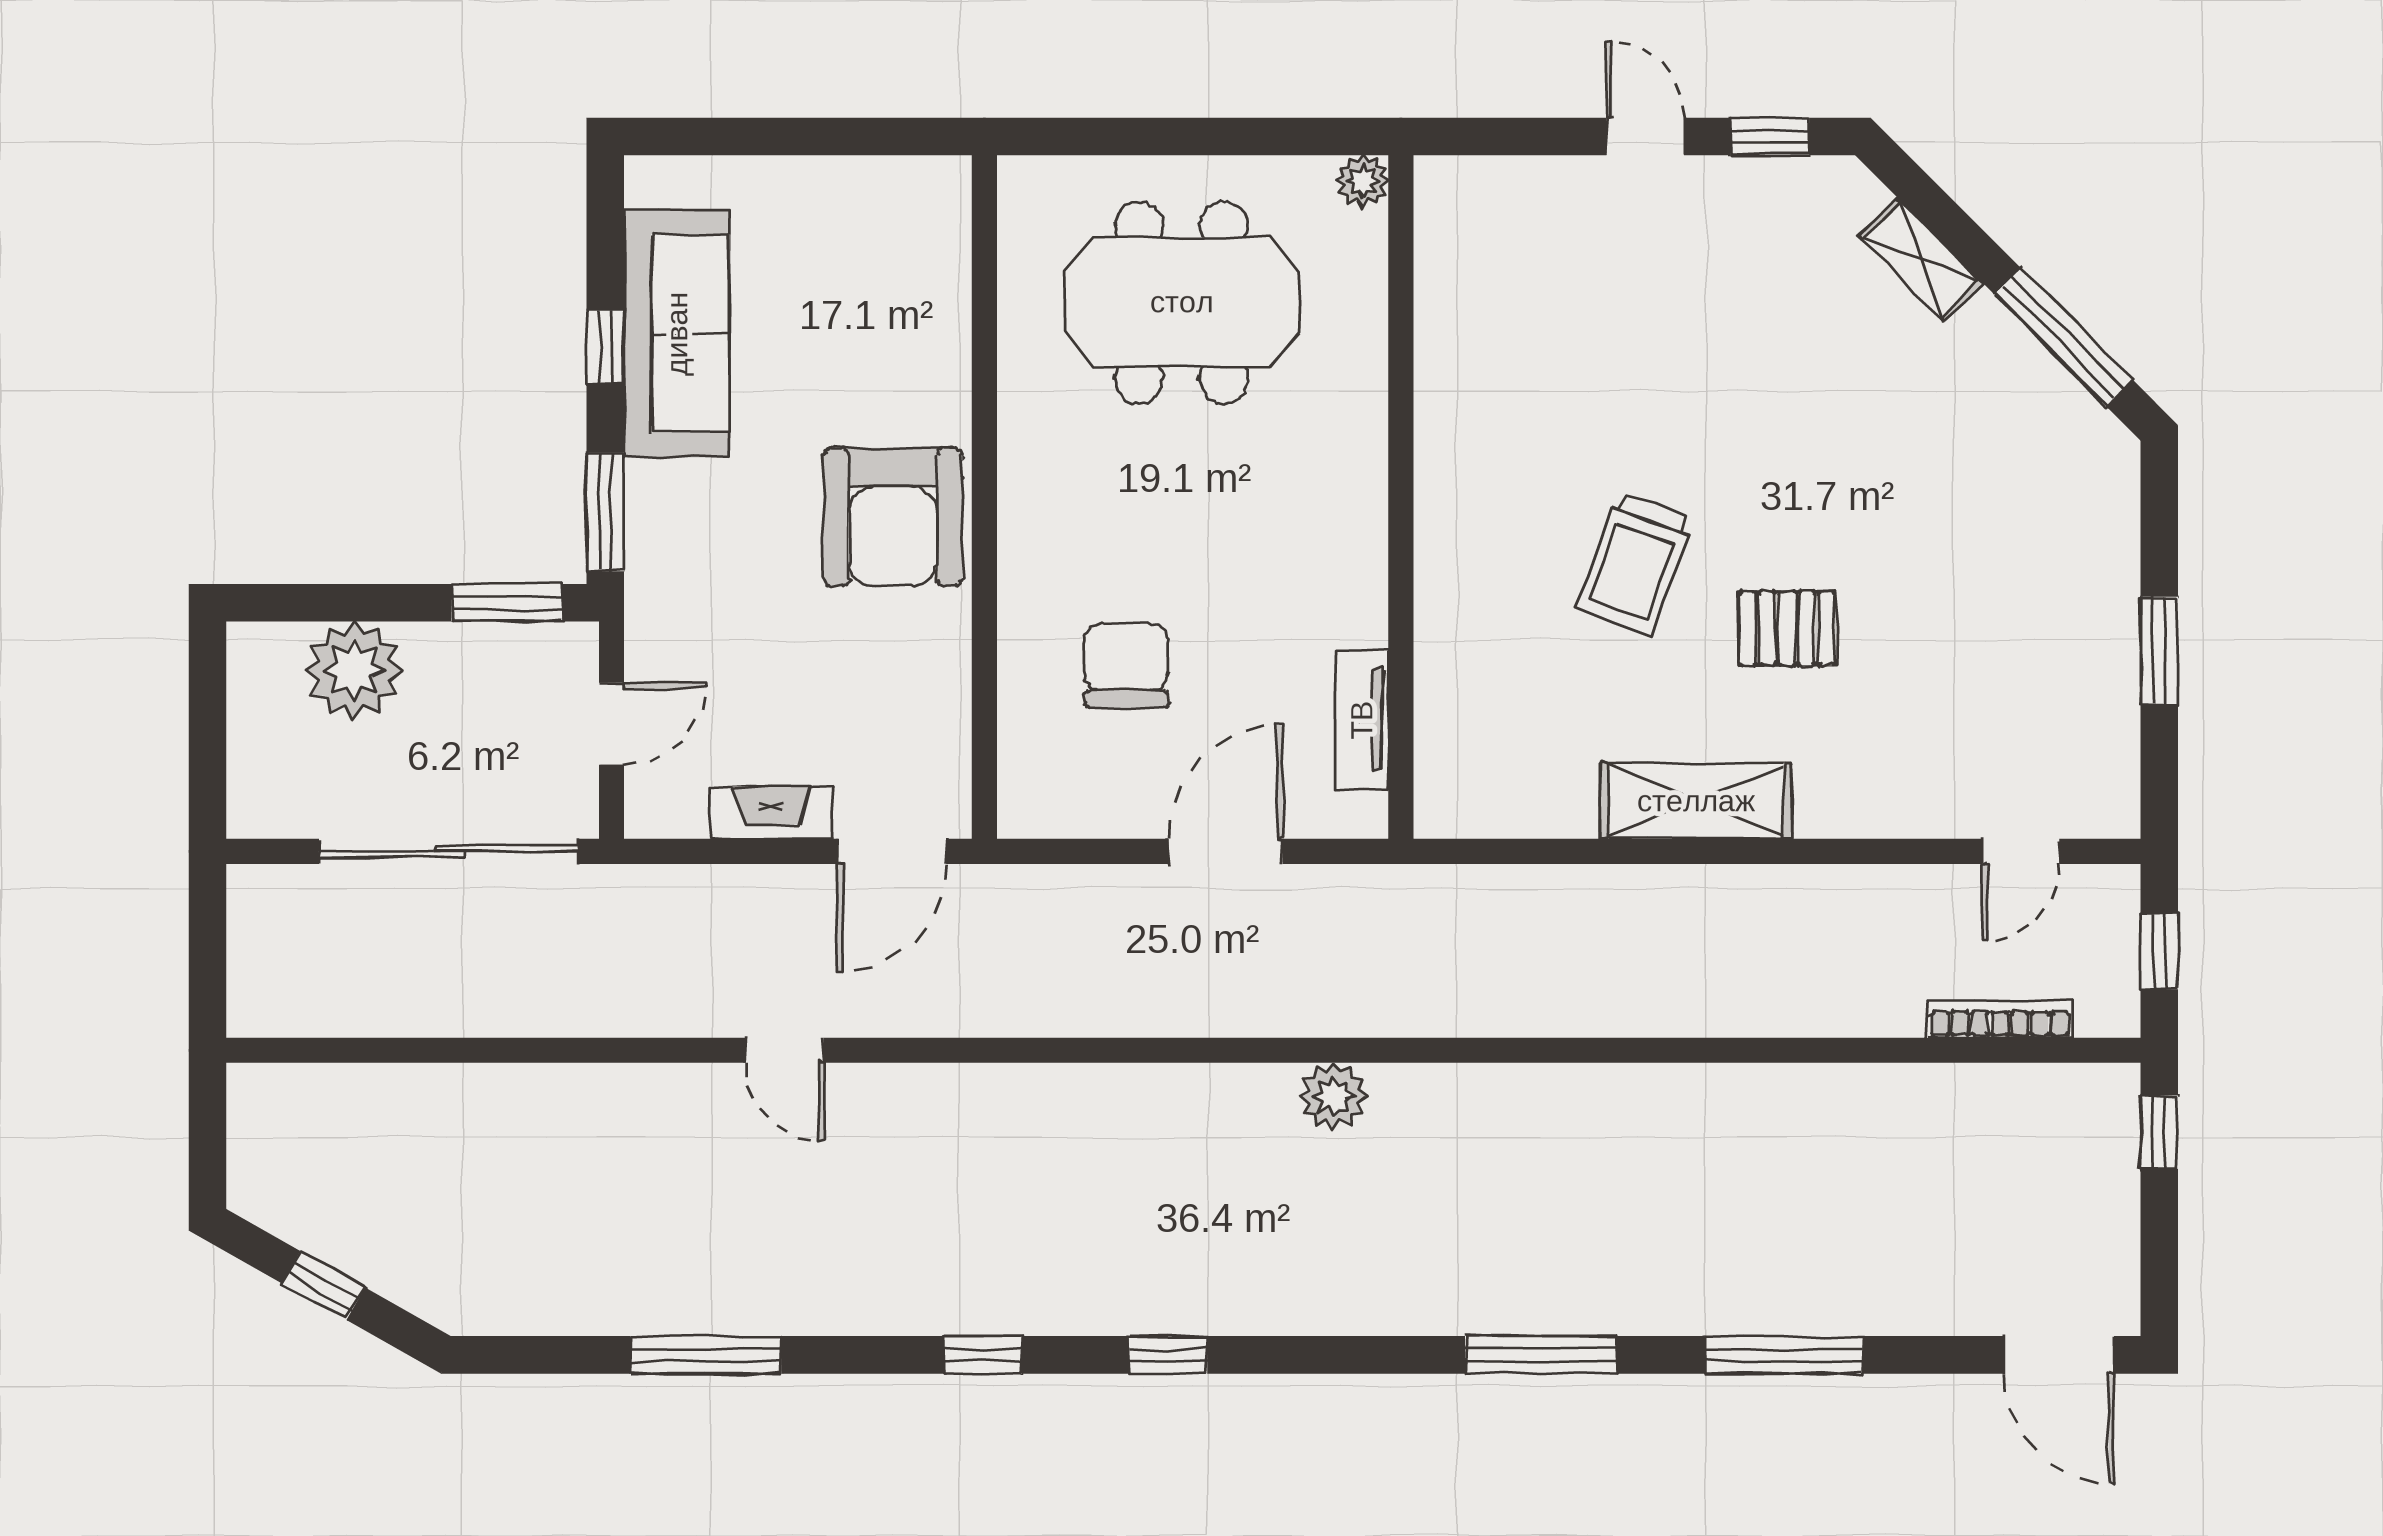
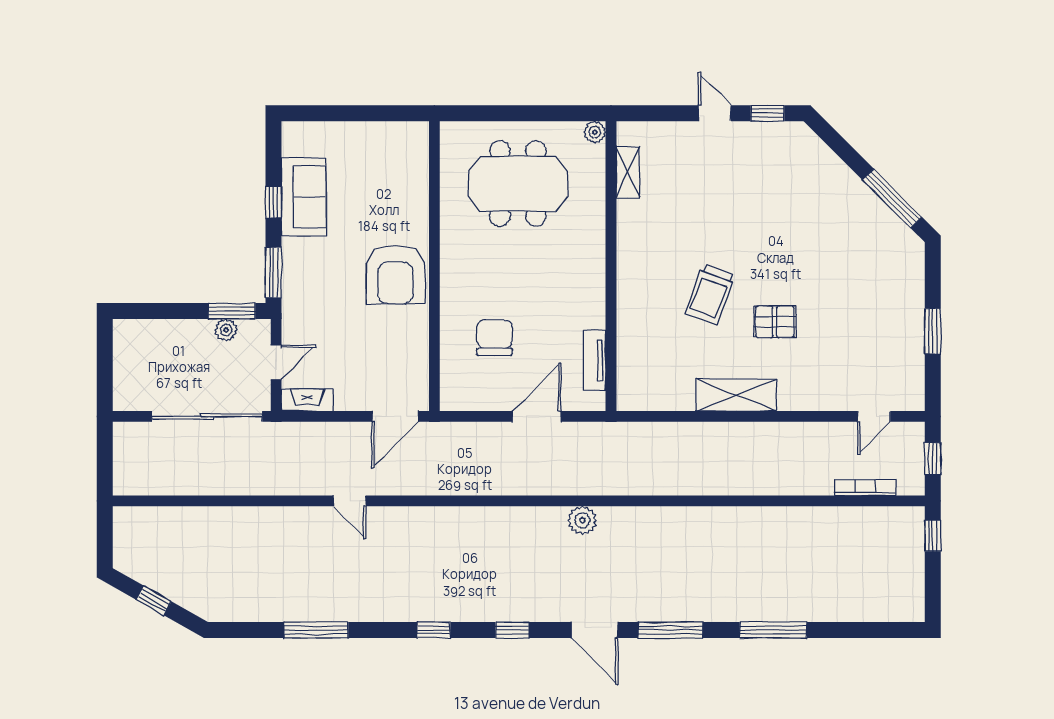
shelving: (1921, 260) -> (628, 172), moved, turned 45
sofa: (677, 334) -> (304, 197), width x0.73
plant: (354, 670) -> (226, 330), moved, width x0.53, depth x0.53
fireplace: (772, 813) -> (307, 400), moved
door: (2059, 1355) -> (595, 630), moved

